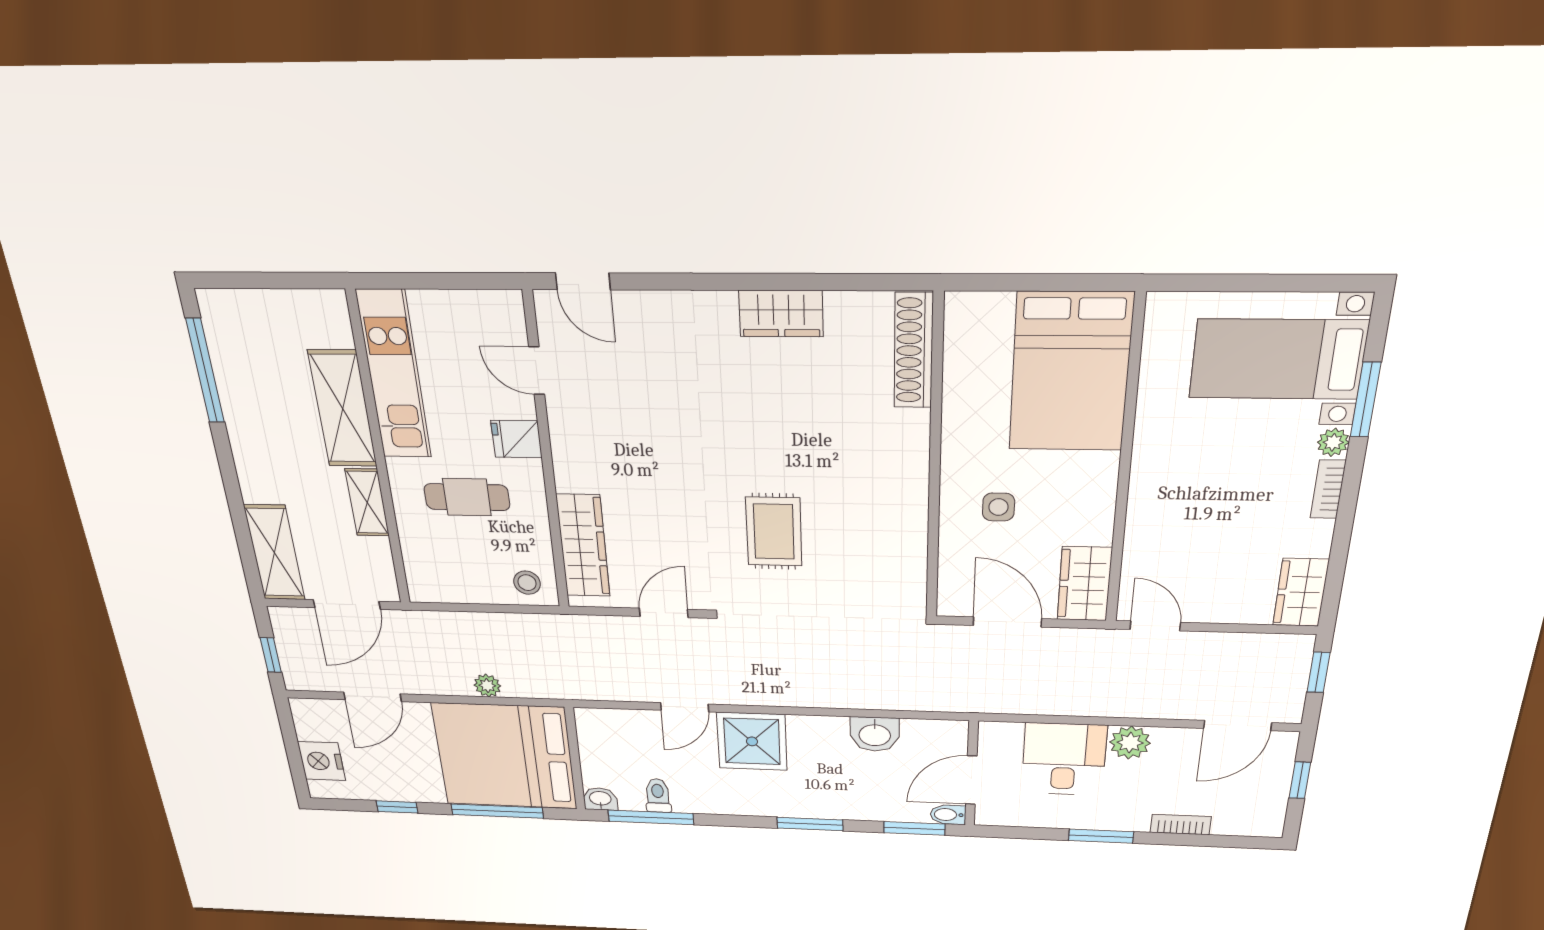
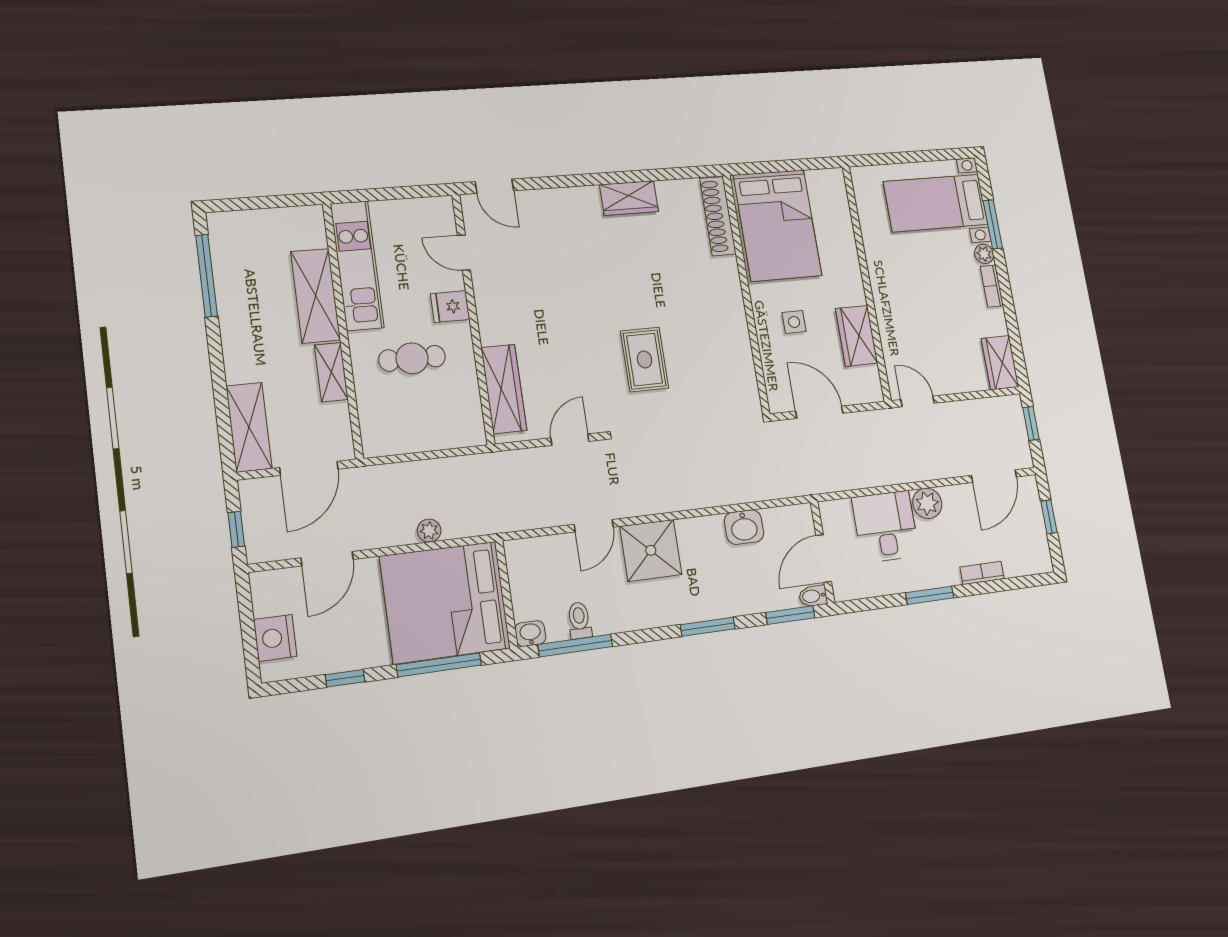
bed: (1070, 372) -> (778, 225), moved
stool: (527, 583) -> (461, 427), removed
wardrobe: (1085, 584) -> (857, 336), moved

